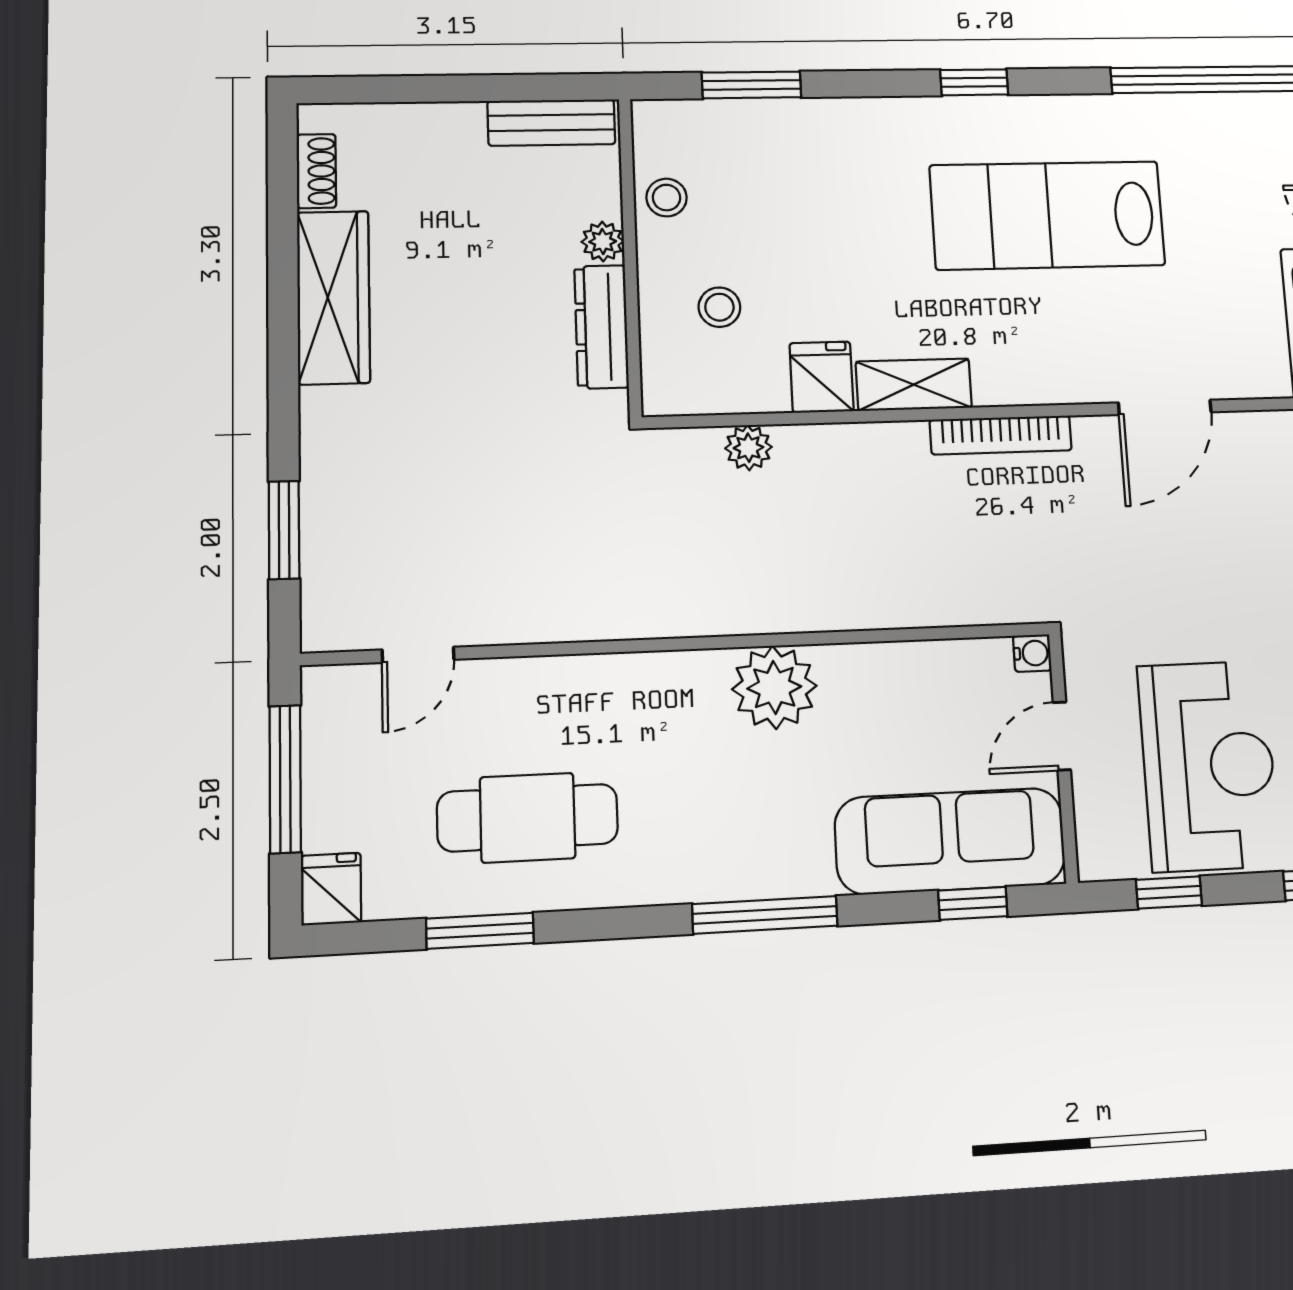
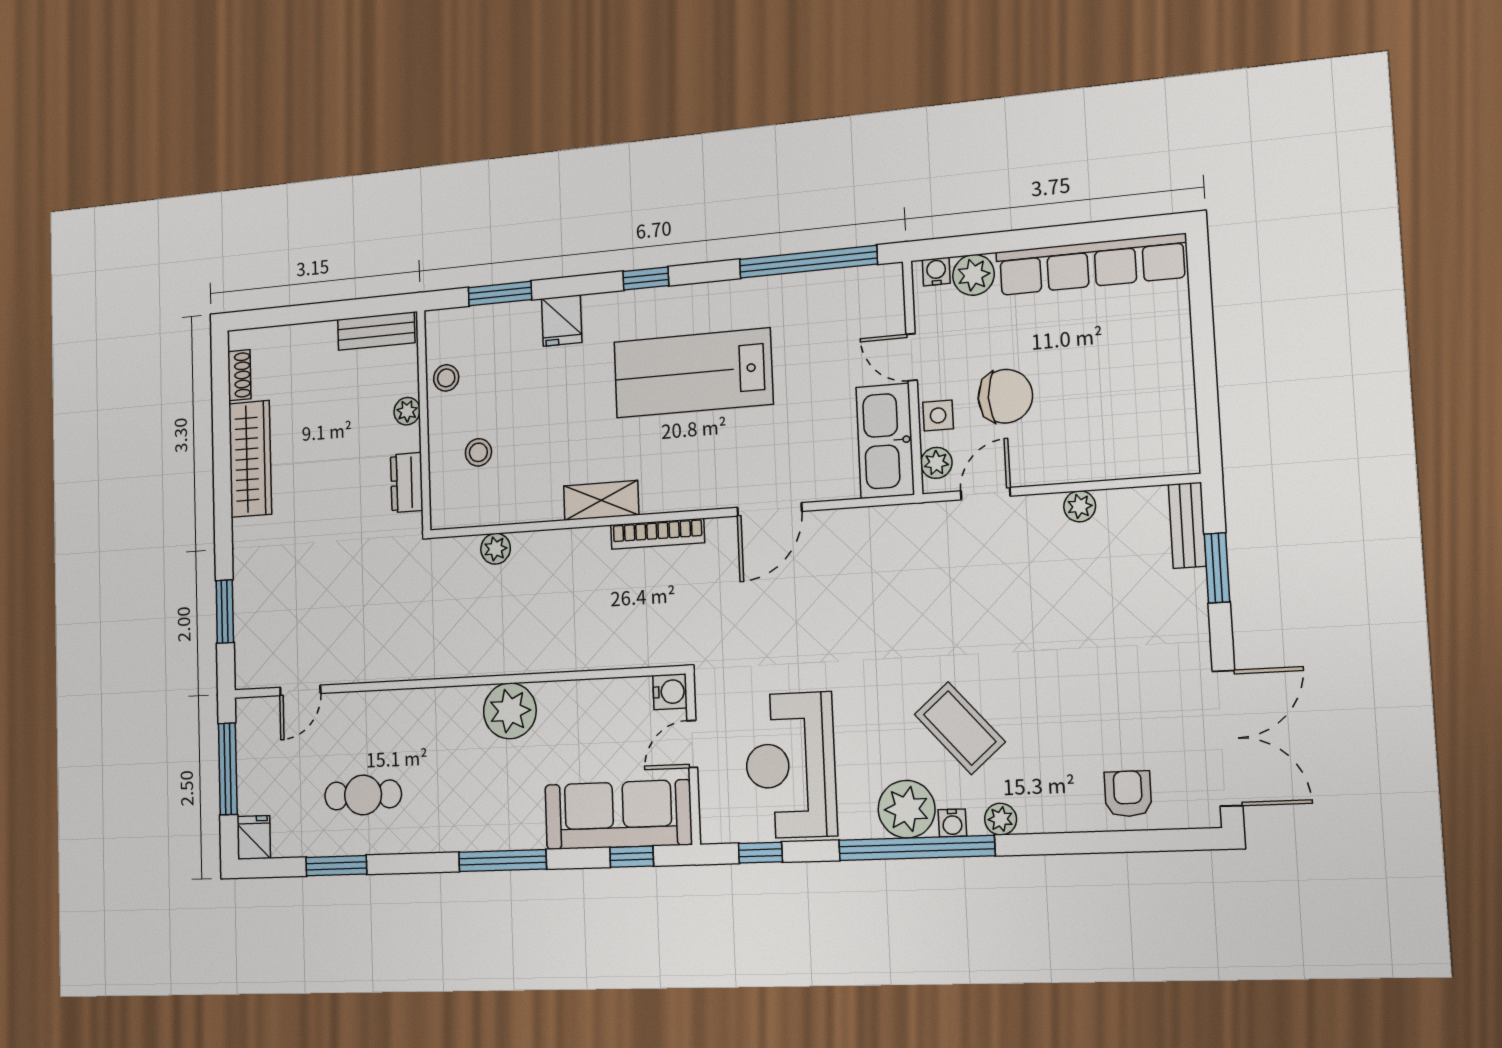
dresser: (602, 327) -> (407, 483), width x0.70
fridge: (822, 377) -> (562, 321), moved, turned 180
water cooler: (1032, 653) -> (670, 692), width x1.38, depth x1.38
reception desk: (1209, 766) -> (790, 765), turned 180
cafe table: (528, 818) -> (363, 795), width x0.73, depth x0.74

